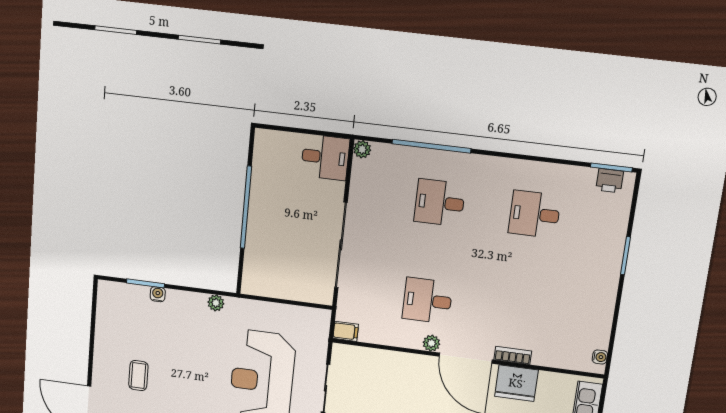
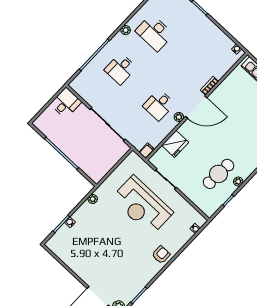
plant: (362, 149) -> (126, 30), moved
desk: (535, 214) -> (154, 33), width x1.37
coffee table: (138, 376) -> (99, 260), removed
fridge: (516, 383) -> (175, 144), moved

